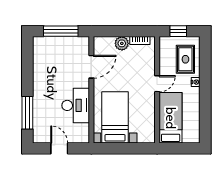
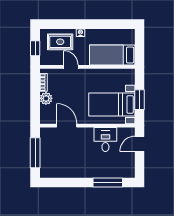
door: (157, 84) -> (71, 67), moved
desk: (76, 105) -> (105, 140), width x0.73
door: (59, 148) -> (140, 144), moved
window: (120, 148) -> (140, 100), added

